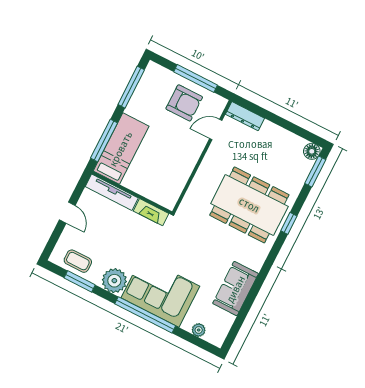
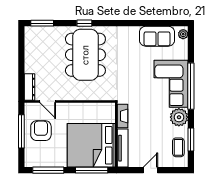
bed: (121, 149) -> (91, 145), width x2.04
floor lamp: (312, 151) -> (30, 32), removed
sofa: (236, 289) -> (157, 36), moved
plant: (199, 330) -> (183, 34), moved

